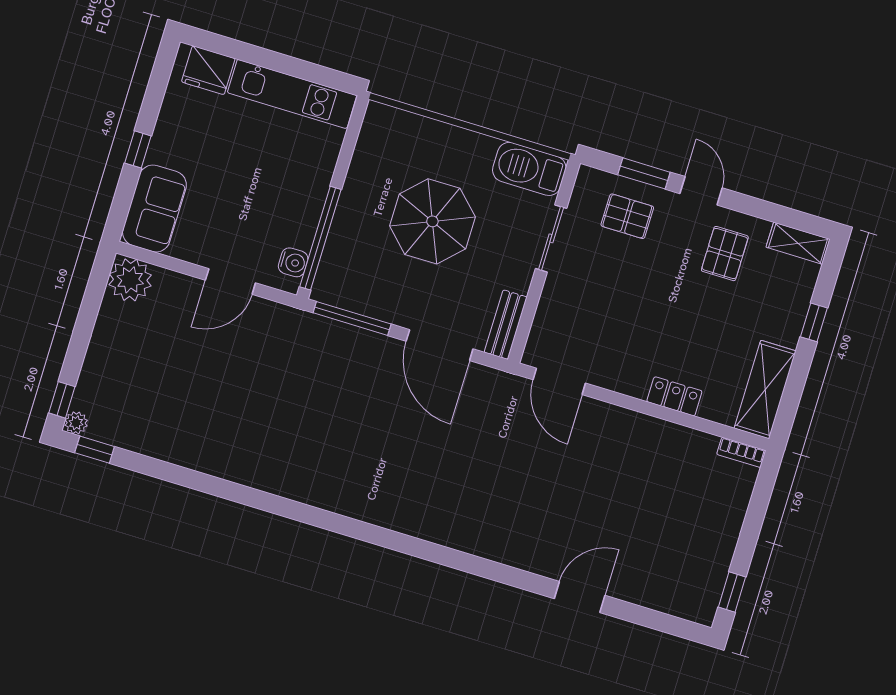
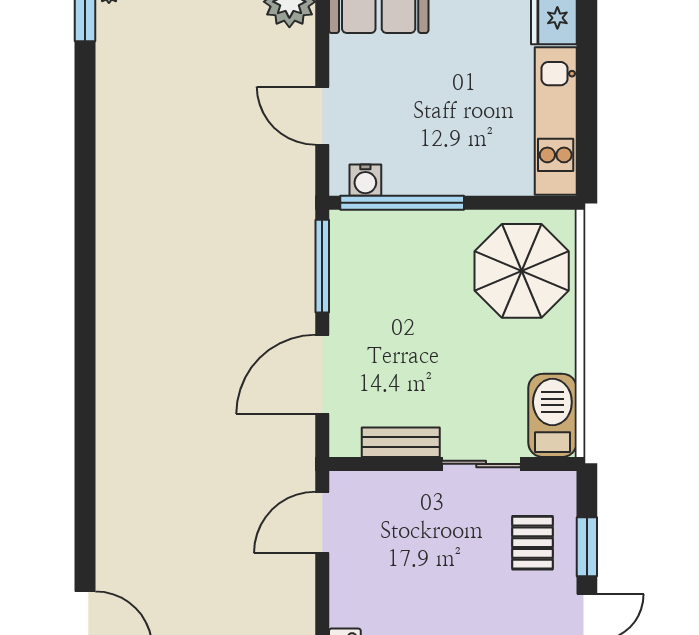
parasol: (432, 221) -> (522, 271), moved
bench: (506, 325) -> (401, 442), moved

